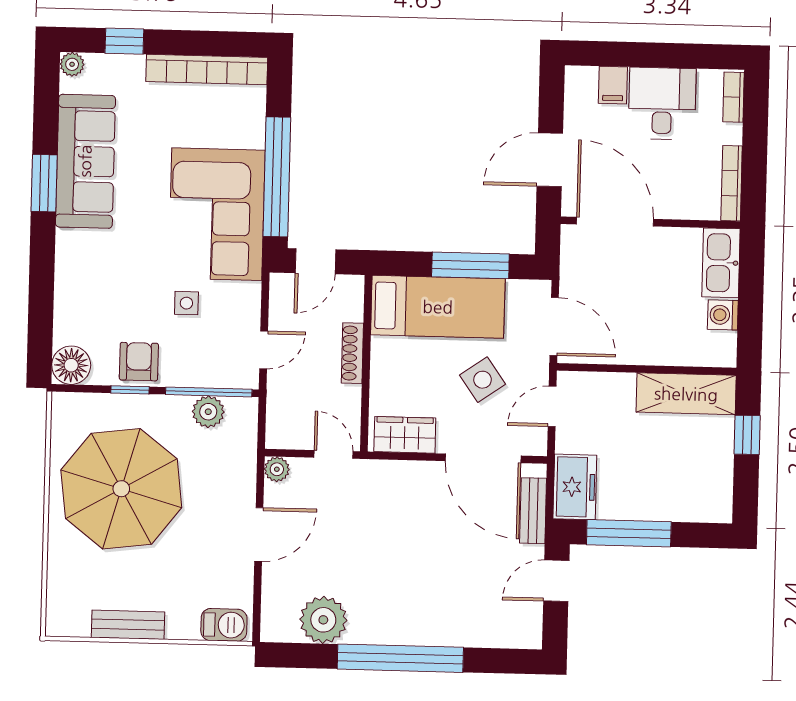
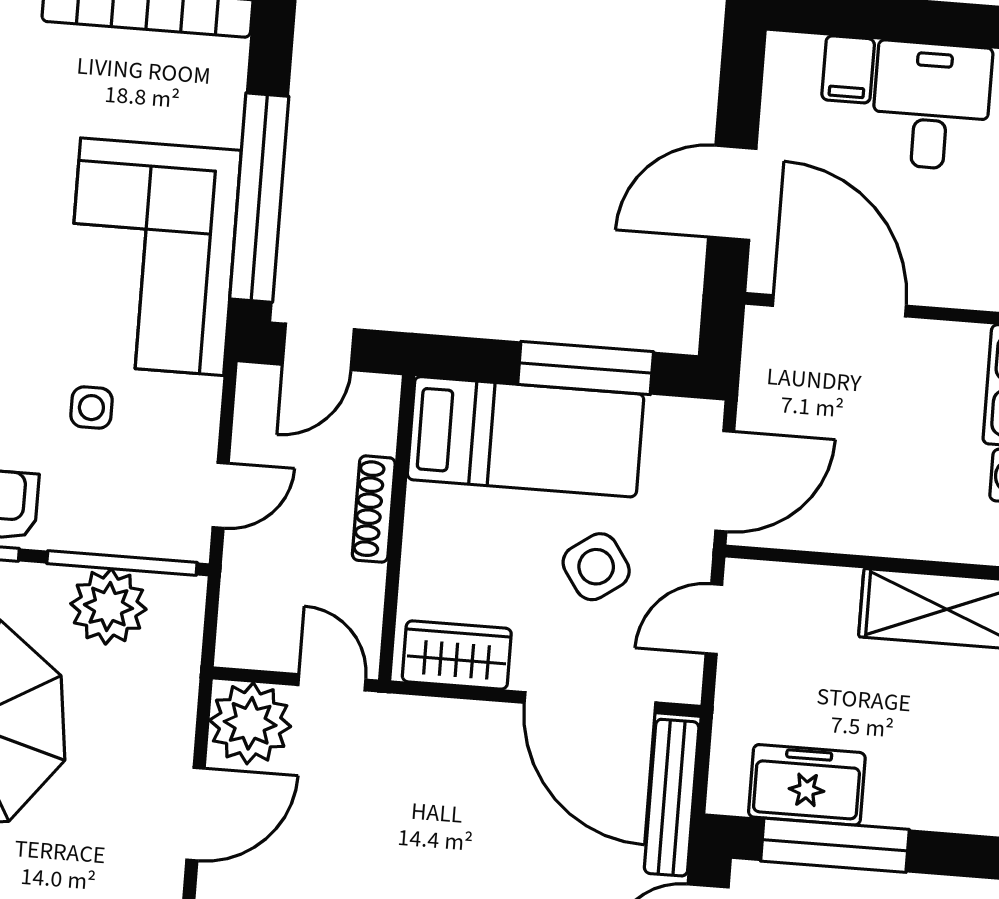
door: (554, 326) -> (725, 481), hinge flipped
plant: (208, 412) -> (108, 607), width x1.36, depth x1.36
plant: (277, 469) -> (250, 723), width x1.88, depth x1.88
freezer: (575, 487) -> (807, 785), moved, turned -90
bench: (533, 511) -> (672, 798), width x1.36

